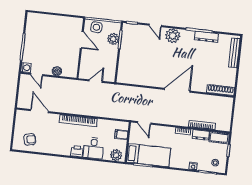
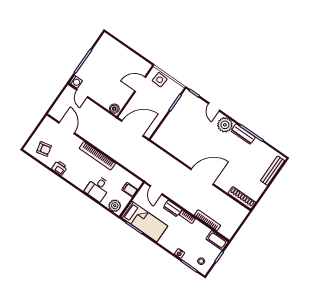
dresser: (206, 37) -> (243, 134), moved
plant: (113, 39) -> (169, 99), removed
door: (82, 40) -> (140, 84), swing flipped
boiler: (57, 71) -> (114, 109), moved
door: (96, 81) -> (133, 128), width x1.88
dresser: (201, 135) -> (172, 208), moved
printer: (77, 151) -> (59, 168), moved

